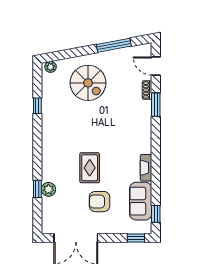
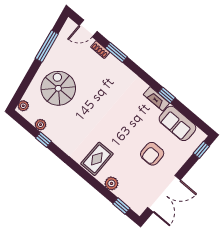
spiral stairs: (88, 83) -> (58, 88), turned -90
plant: (47, 93) -> (40, 125), added
rug: (90, 168) -> (97, 159), moved, turned 90
window: (37, 189) -> (121, 206), moved
window: (156, 214) -> (167, 95), moved

